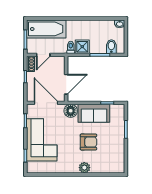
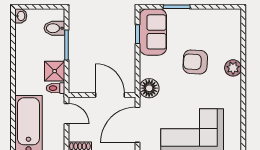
door: (43, 55) -> (67, 114), moved
sofa: (94, 113) -> (153, 32), moved
armchair: (88, 142) -> (195, 62), turned -87

